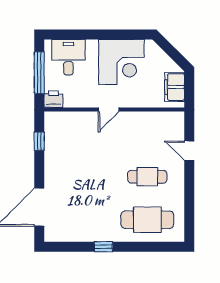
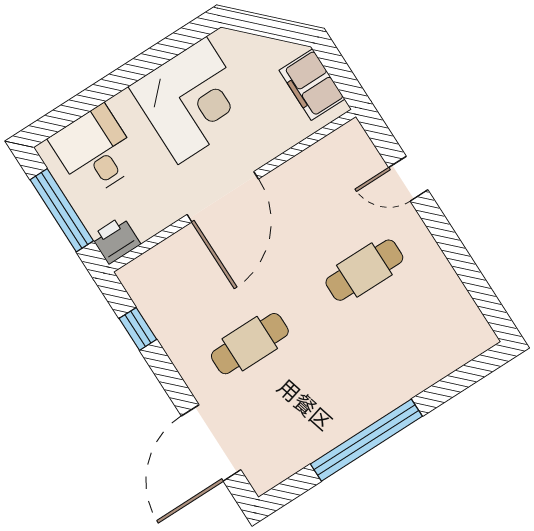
door: (109, 109) -> (223, 197), width x1.88
cafe table: (147, 220) -> (250, 344), moved, width x0.73, depth x0.74
window: (103, 247) -> (366, 440), width x3.17

